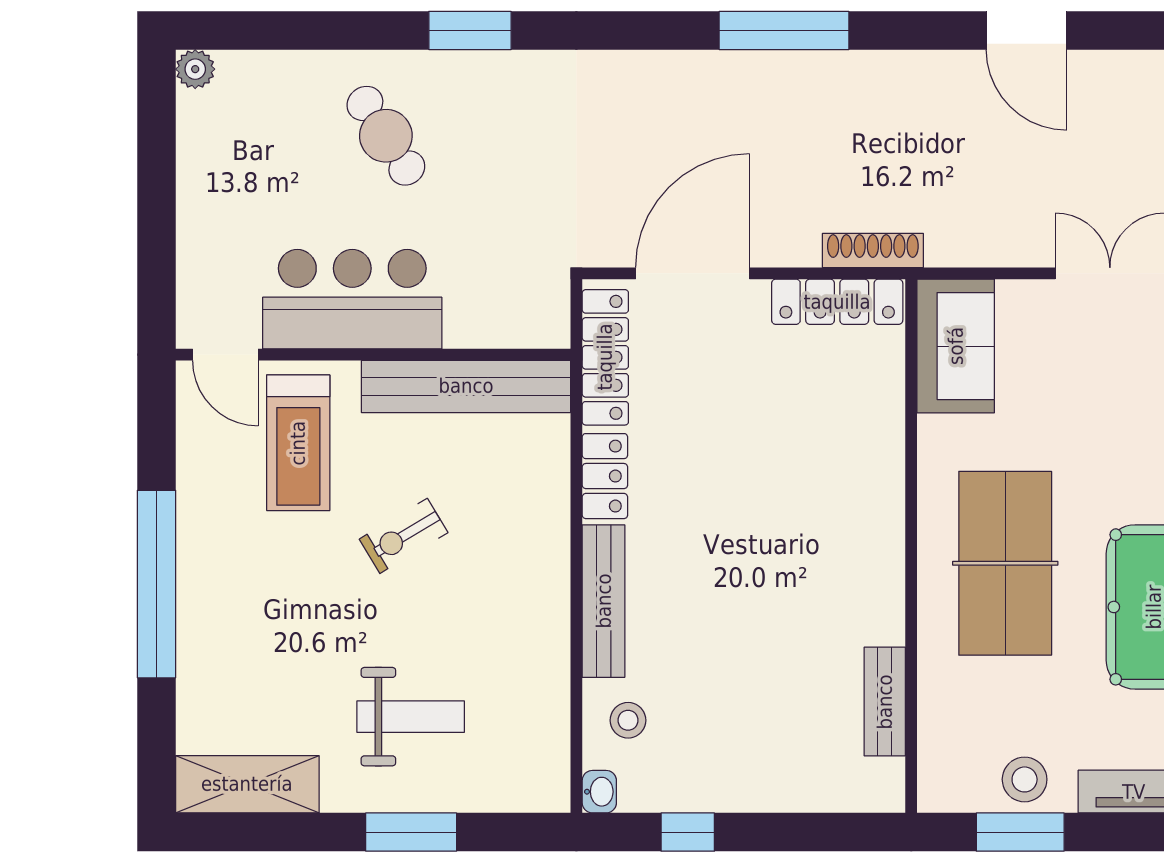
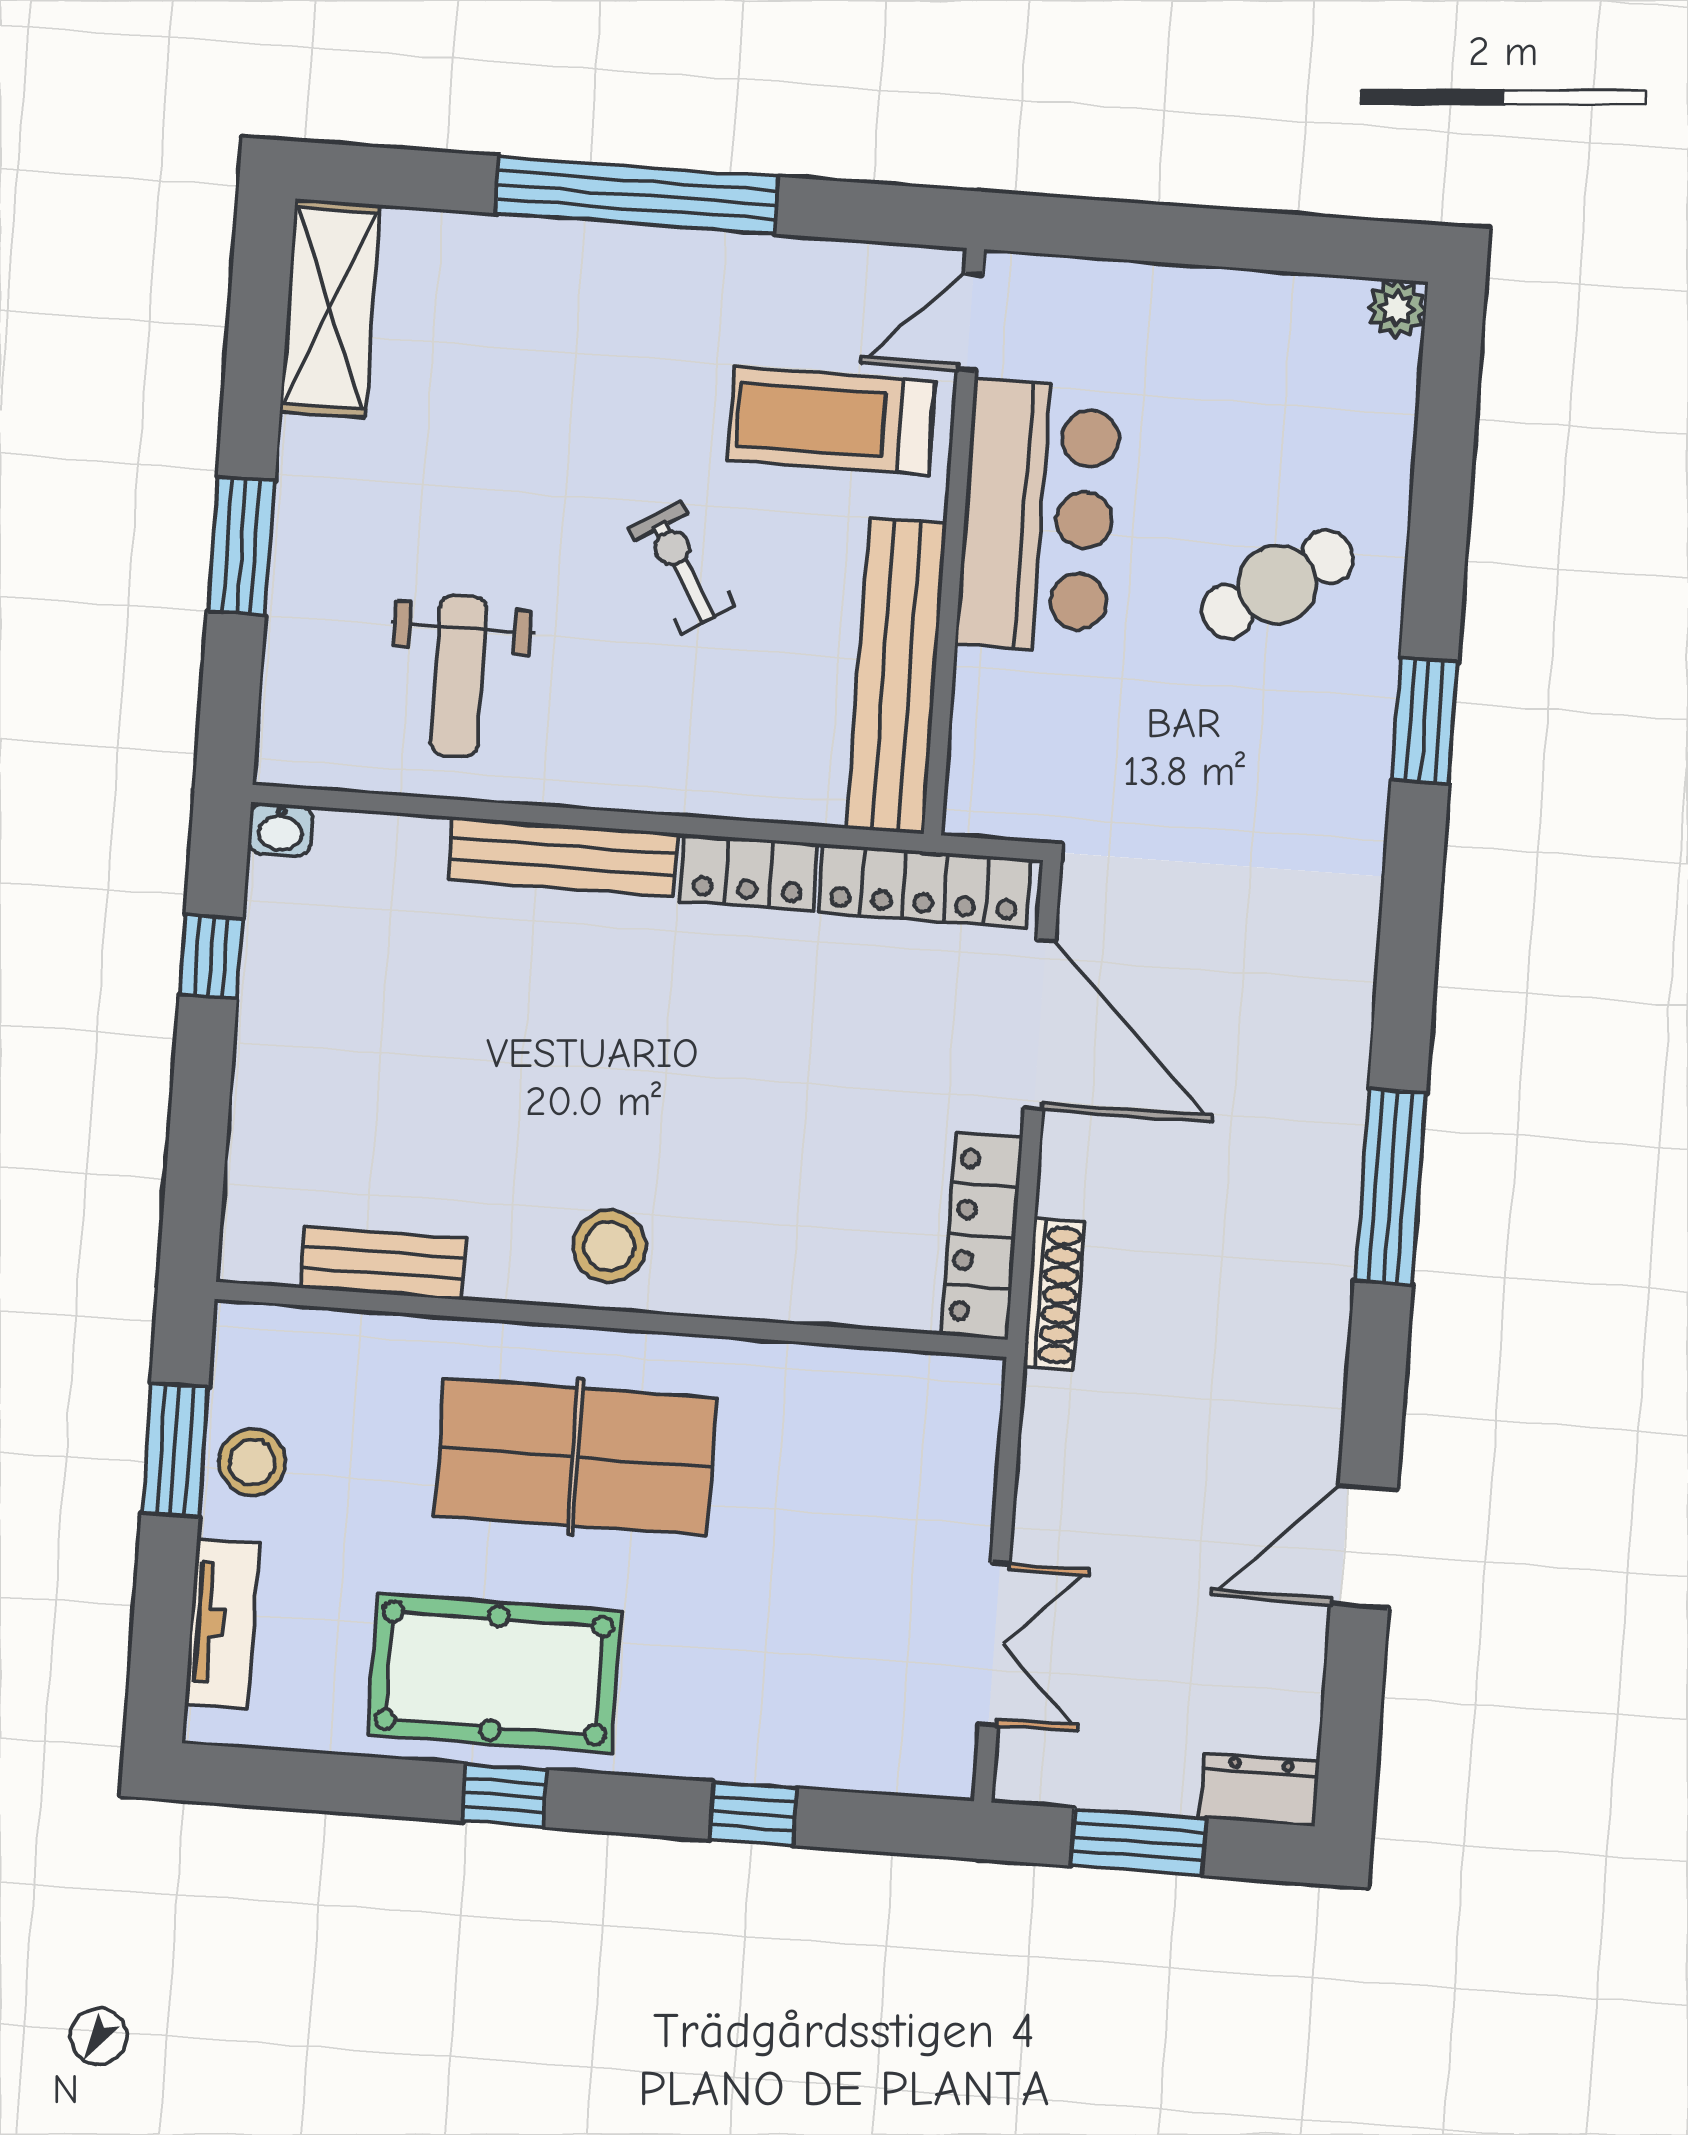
sofa: (956, 346) -> (903, 1407), removed
weight bench: (411, 717) -> (459, 676), moved
stool: (628, 720) -> (609, 1246), moved, width x1.37, depth x1.37

